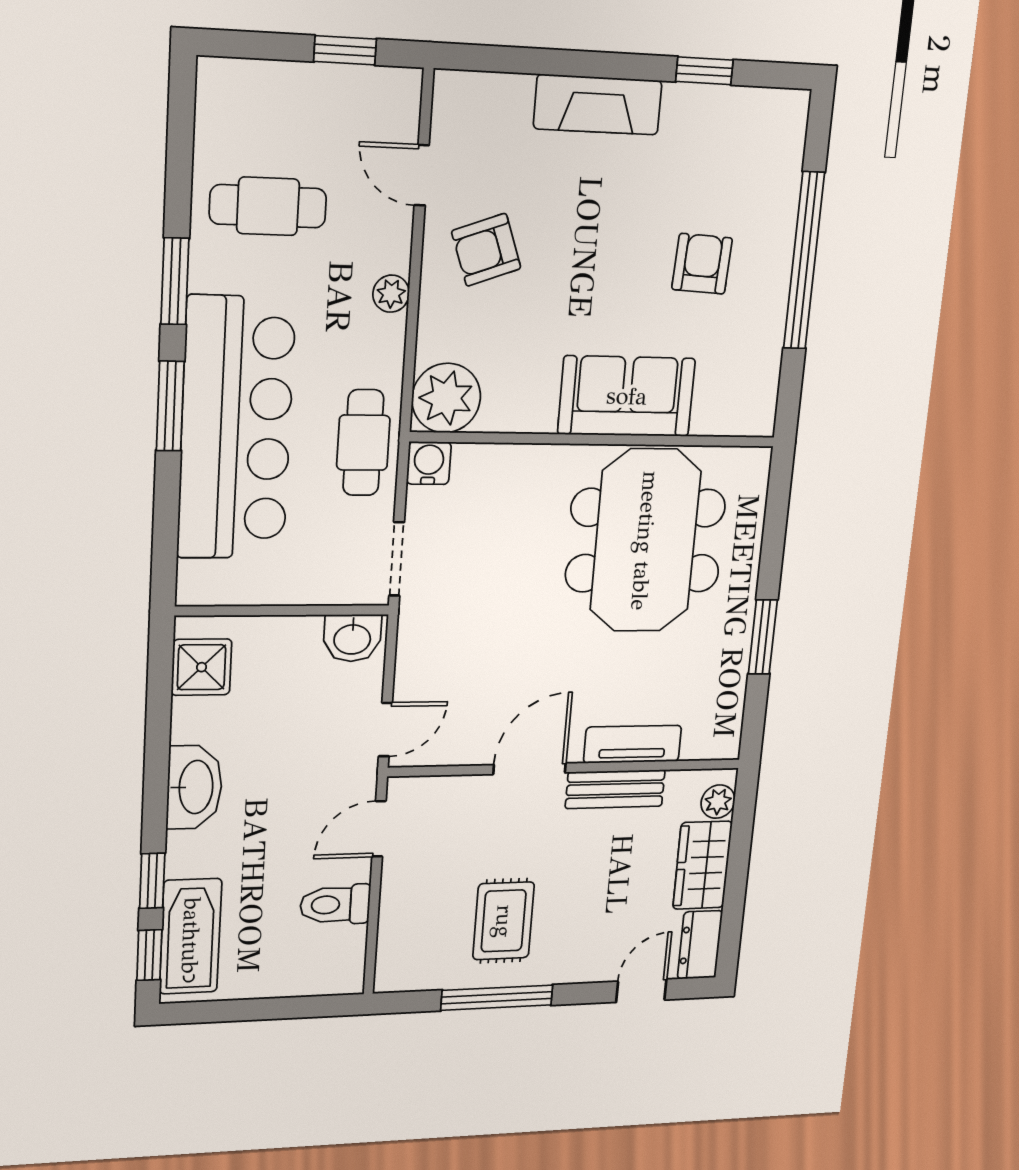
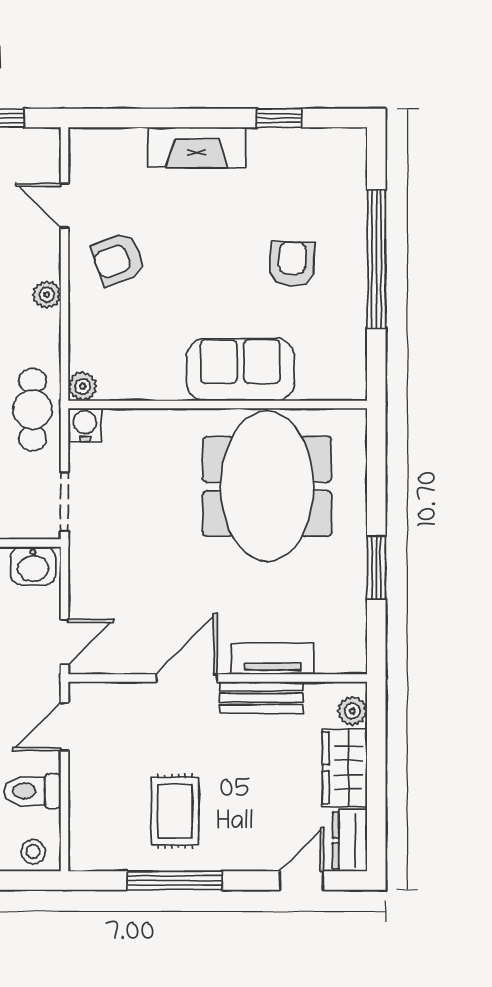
plant: (446, 398) -> (83, 386), width x0.53, depth x0.53
stool: (332, 973) -> (33, 852), added

